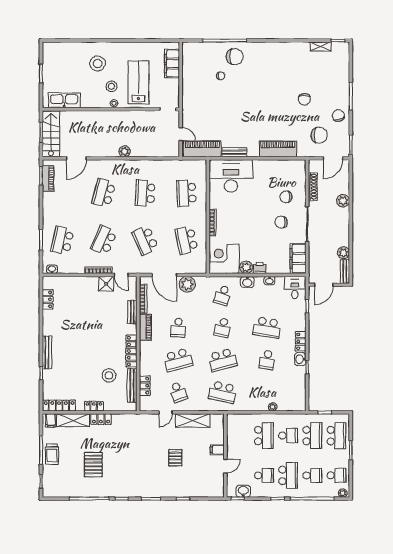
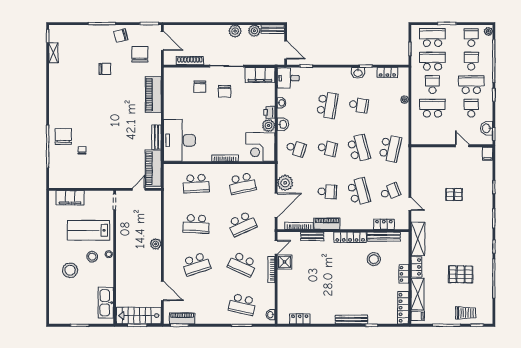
school desk: (104, 193) -> (196, 264), turned -33
plant: (343, 201) -> (235, 31), moved
locker: (301, 341) -> (387, 72), moved
shelving: (193, 421) -> (418, 239), moved
filing cabinet: (217, 450) -> (488, 154), moved
trolley: (52, 454) -> (466, 313), moved

